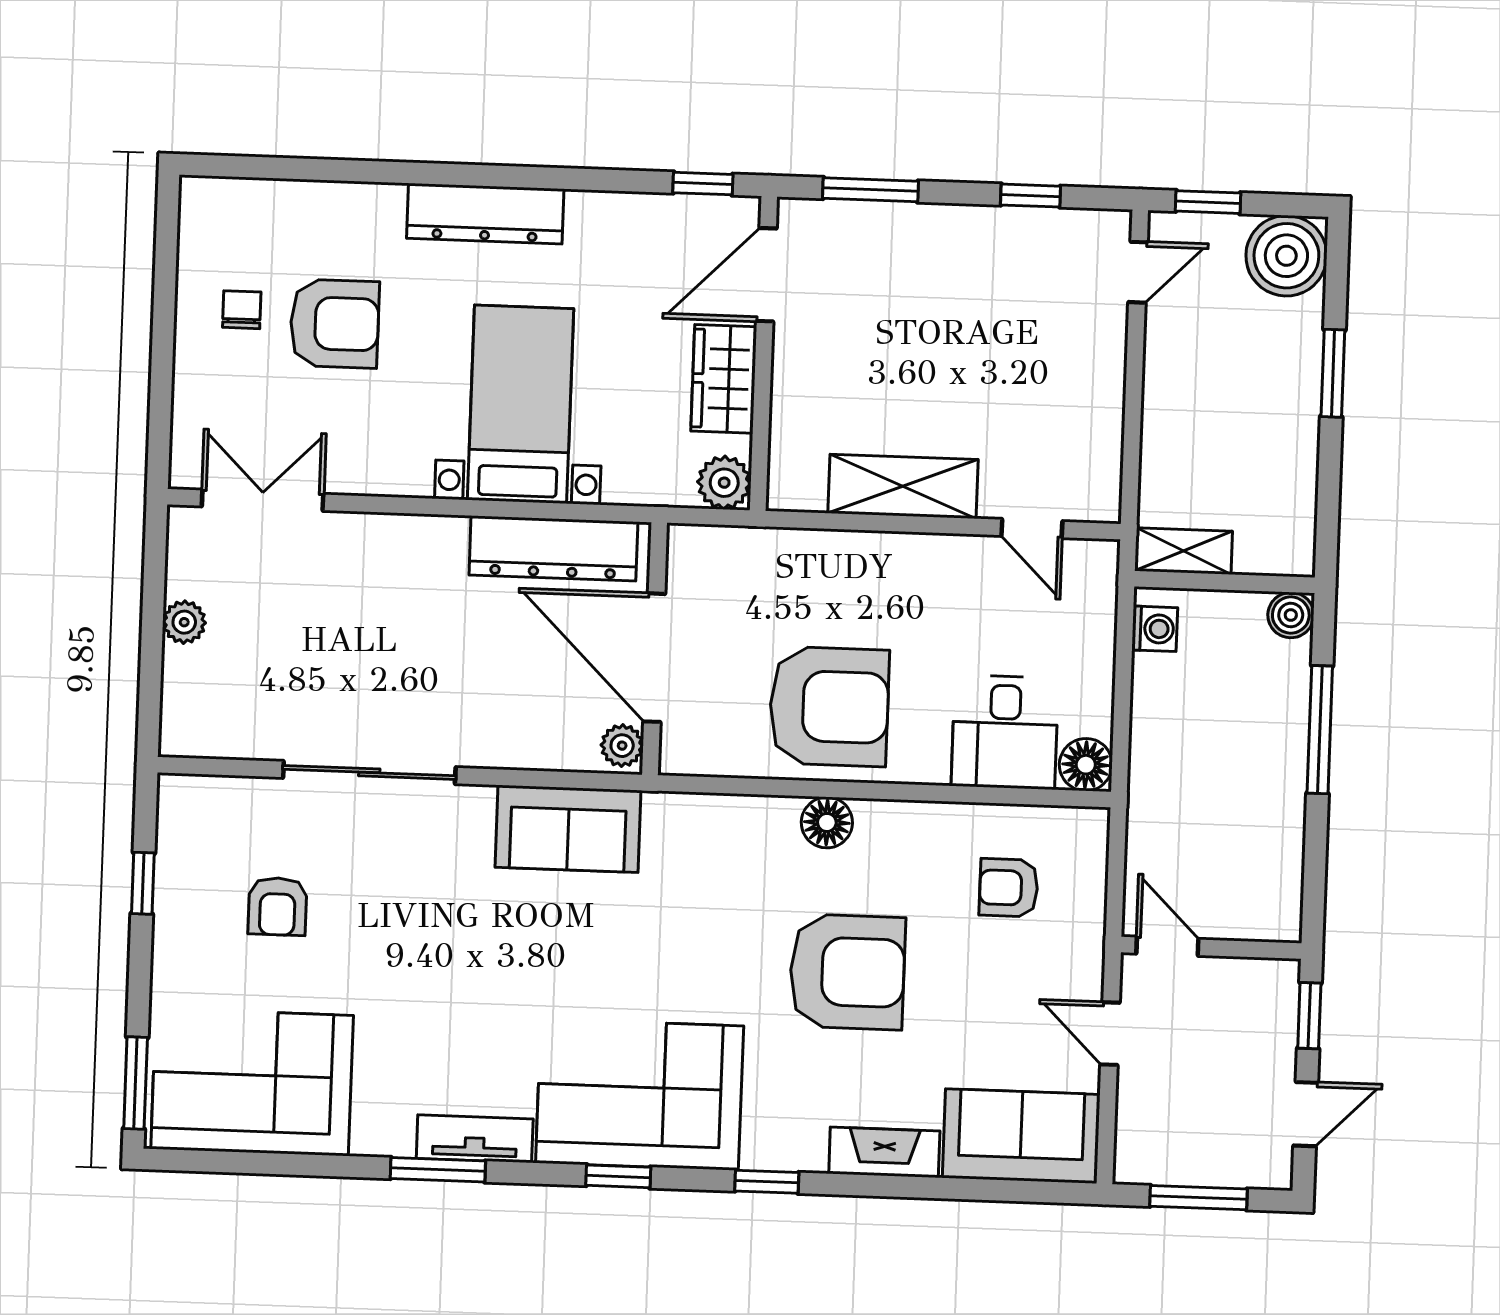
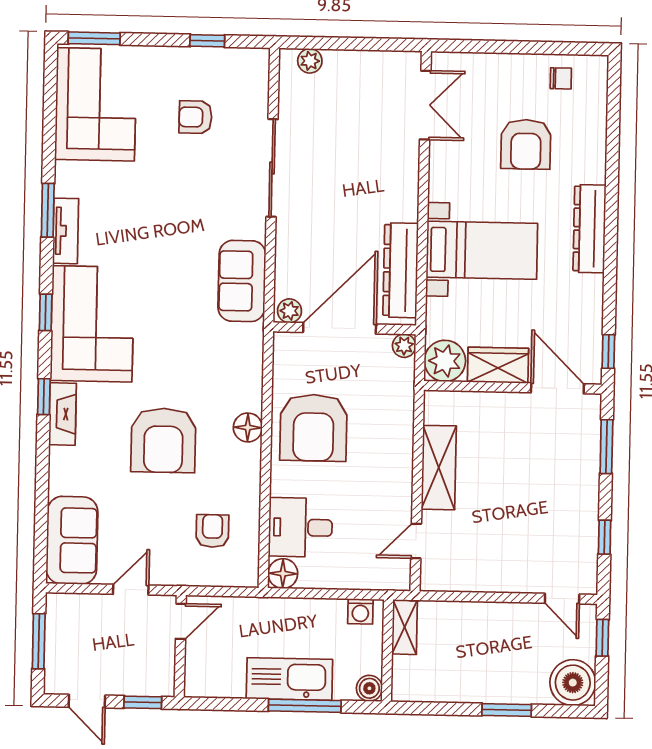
chair: (242, 310) -> (561, 78), moved
plant: (724, 483) -> (445, 361), width x1.36, depth x1.36
plant: (687, 544) -> (404, 346), added
plant: (184, 622) -> (310, 61), moved
kitchen sink: (1272, 756) -> (289, 679), added
fireplace: (884, 1152) -> (63, 414), moved

